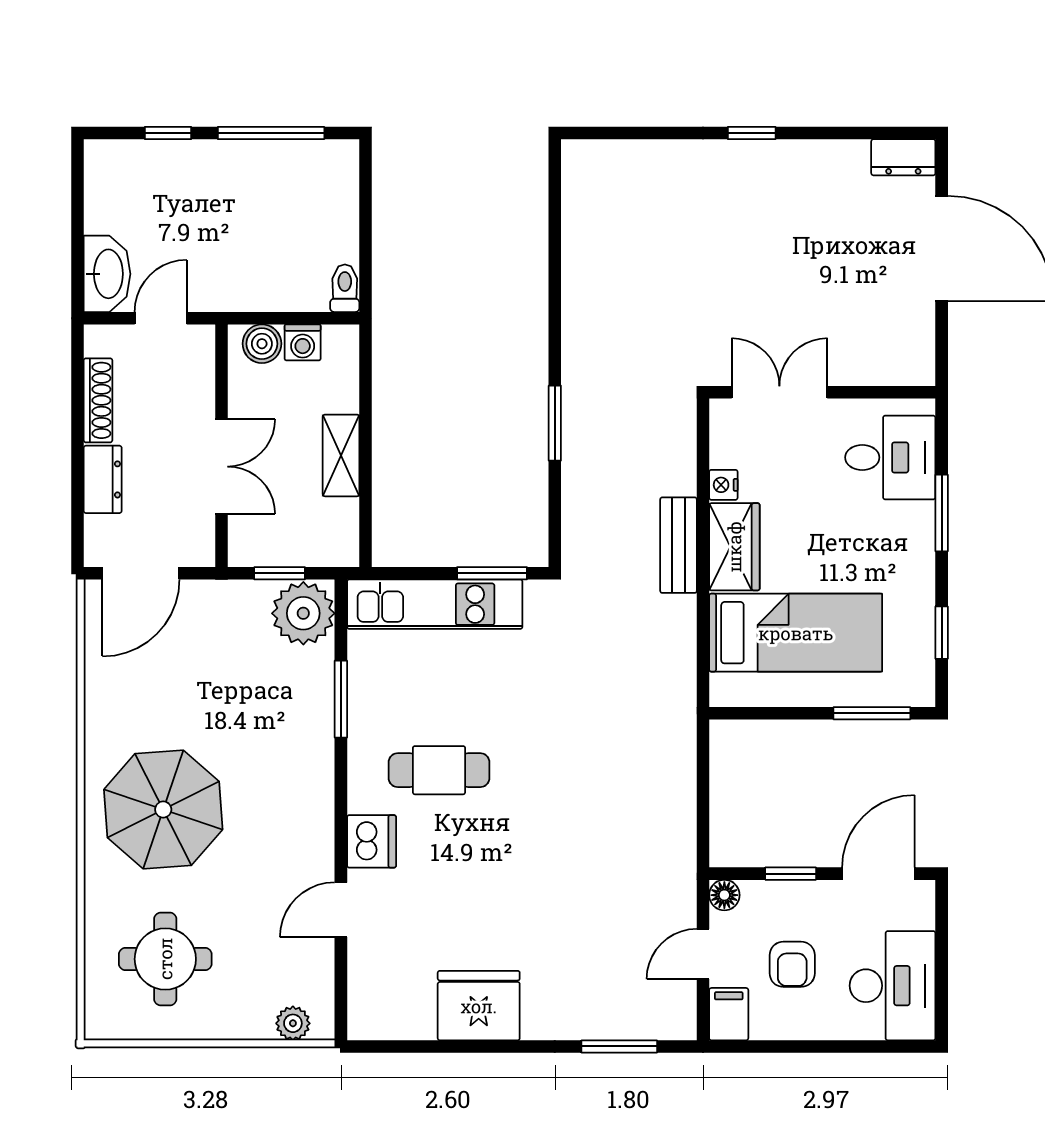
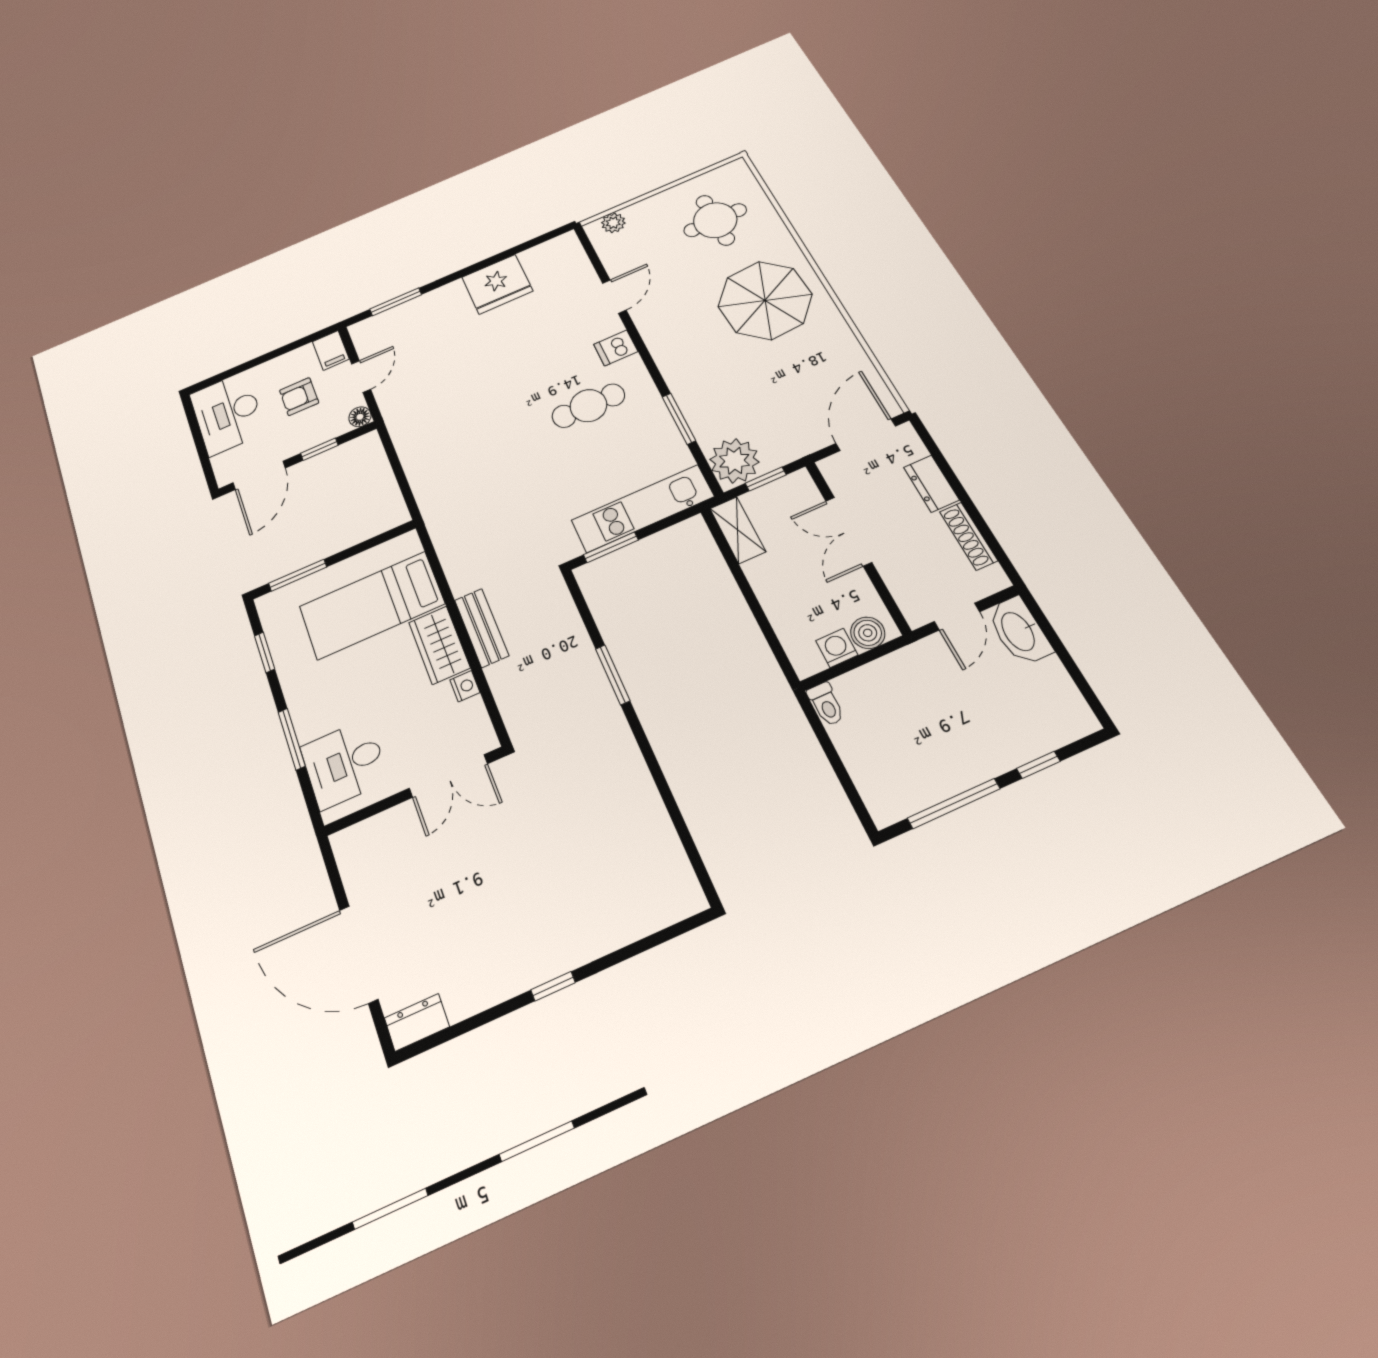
shelving: (341, 455) -> (738, 530), moved
dishwasher: (372, 841) -> (616, 348), width x0.73
armchair: (792, 964) -> (299, 397), turned -90

